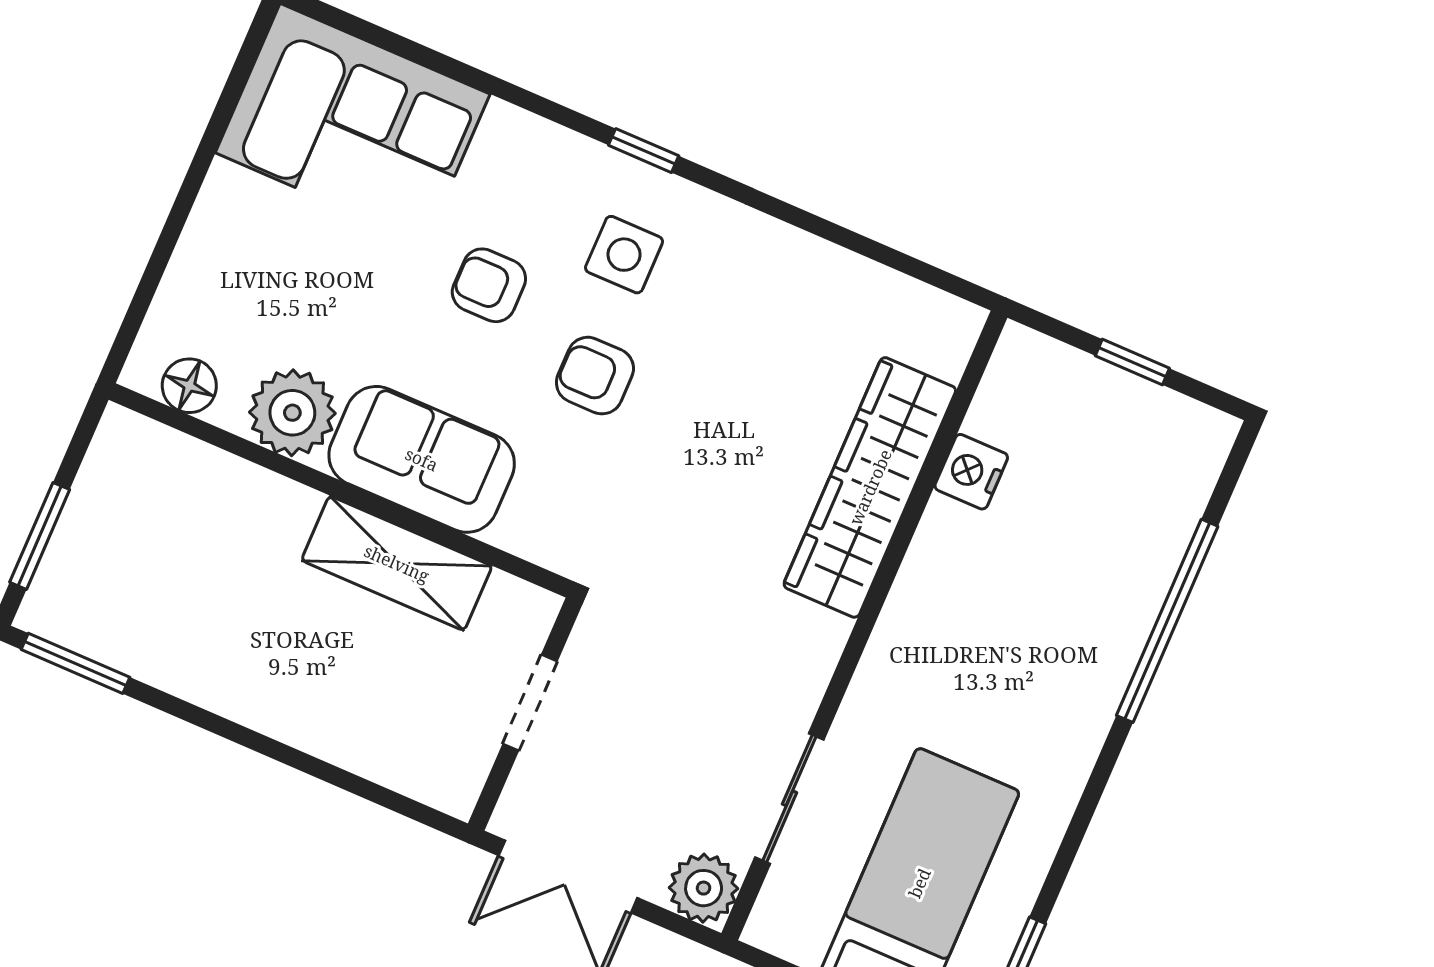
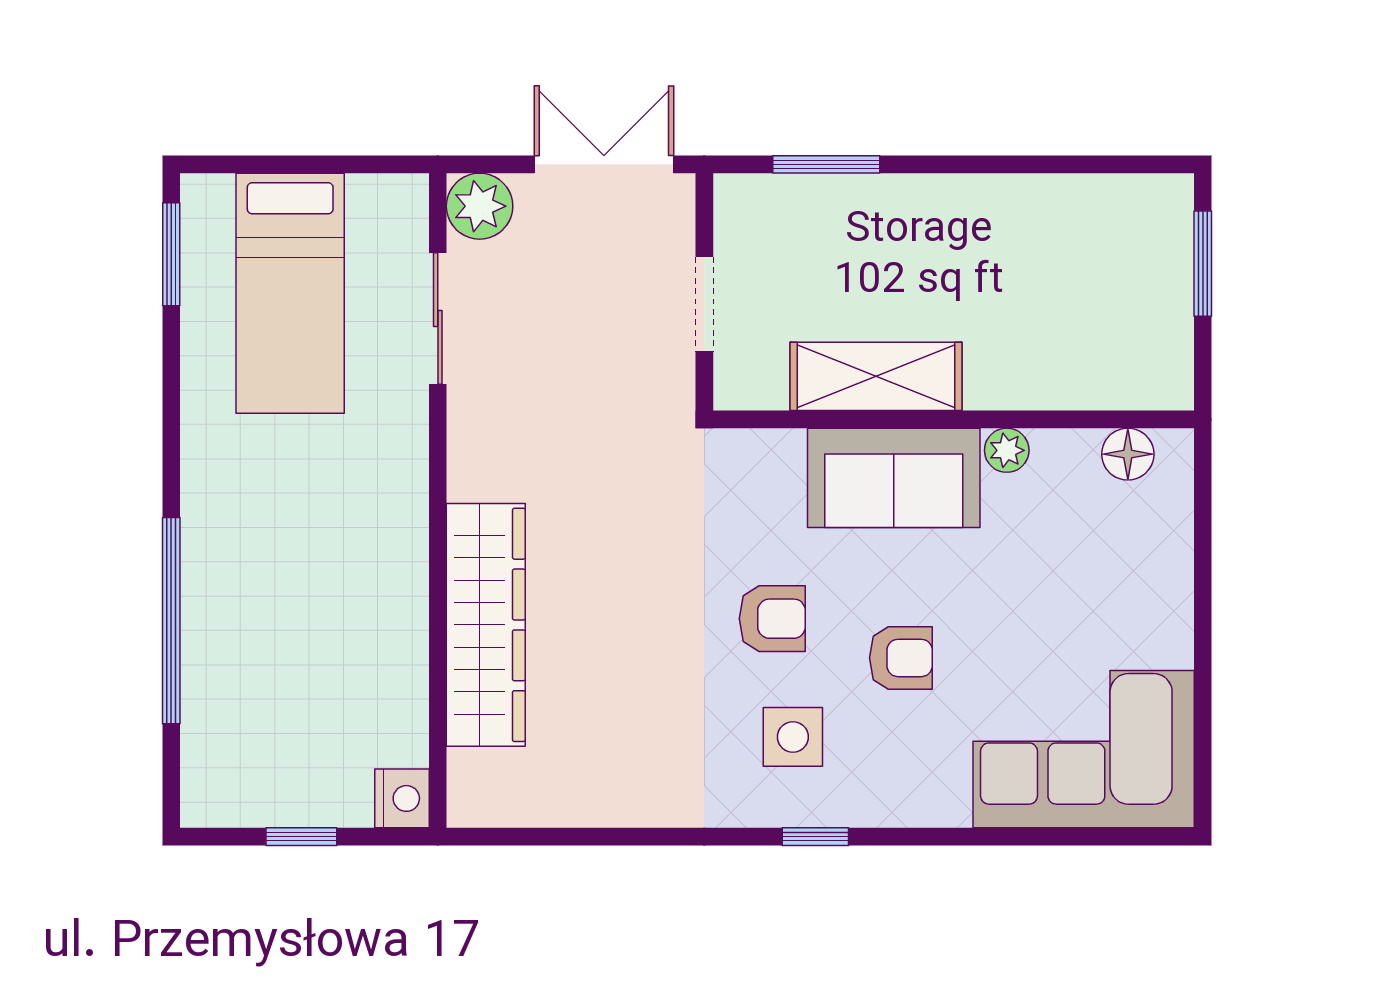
plant: (292, 413) -> (1007, 450), width x0.53, depth x0.53
nightstand: (971, 472) -> (402, 798), moved
window: (75, 663) -> (826, 164), moved

